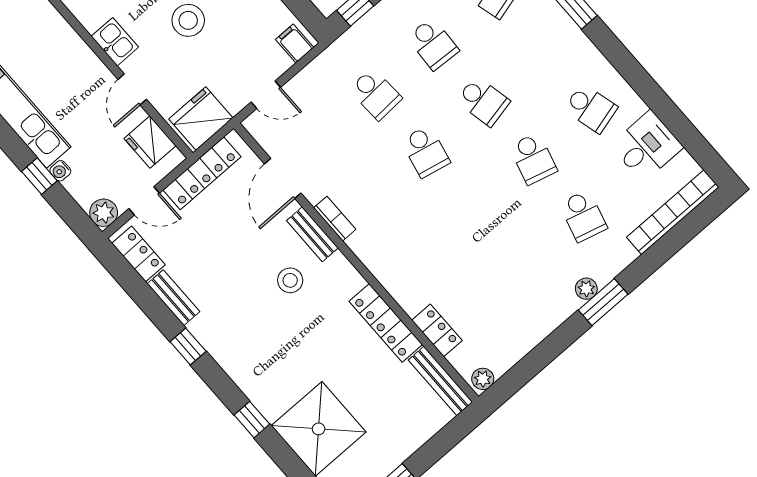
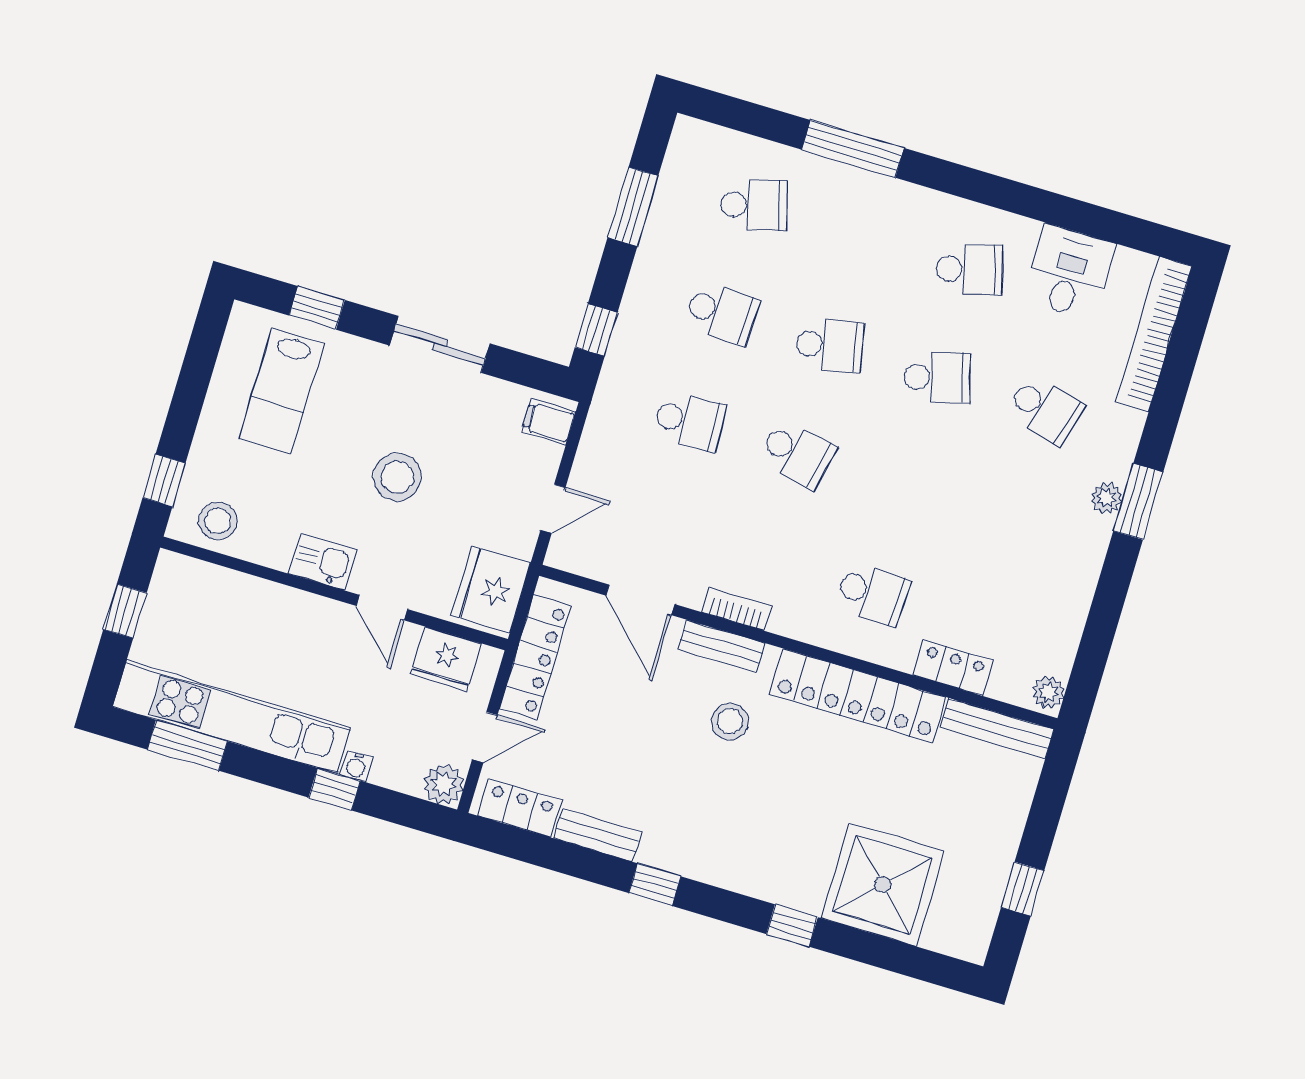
school desk: (533, 159) -> (937, 377), turned -30
school desk: (418, 259) -> (873, 594), added
locker: (386, 323) -> (858, 696), width x1.41, depth x1.21

